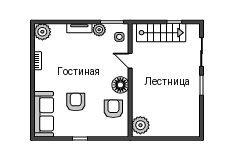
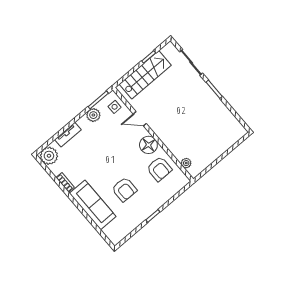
tv unit: (79, 28) -> (68, 135), moved
armchair: (76, 102) -> (124, 189), turned 180
armchair: (113, 109) -> (159, 169), turned 180
sofa: (44, 114) -> (93, 205), moved
plant: (140, 125) -> (186, 163), width x0.53, depth x0.53

